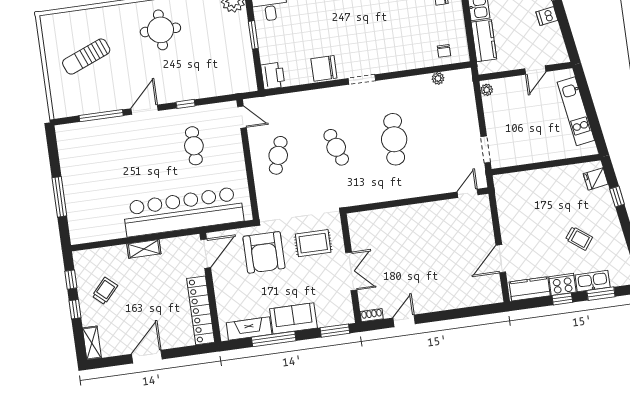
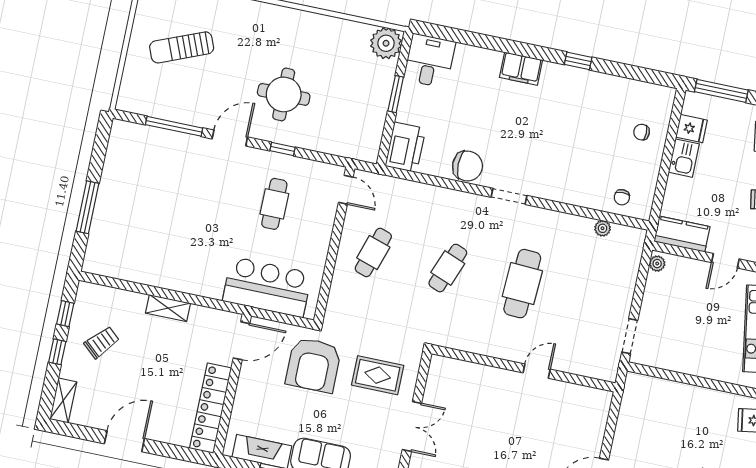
round table: (160, 30) -> (284, 94), moved
kitchen counter: (484, 41) -> (682, 234), moved, turned -90
chair: (324, 68) -> (467, 166), turned 180
printer: (273, 76) -> (405, 147), width x1.37, depth x1.19
cafe table: (336, 147) -> (448, 268), turned 39
door: (468, 193) -> (537, 371), moved
bar counter: (183, 212) -> (267, 287), width x0.54

